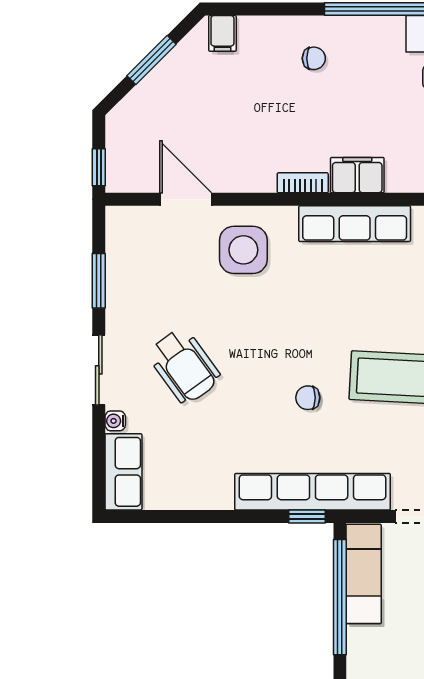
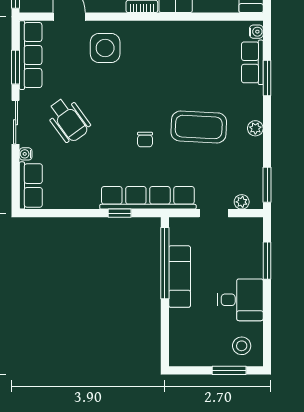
row of seats: (355, 224) -> (31, 55), moved, turned -90
chair: (308, 398) -> (145, 140), turned -90
window: (307, 516) -> (120, 213), moved
exam couch: (364, 574) -> (180, 277), moved

